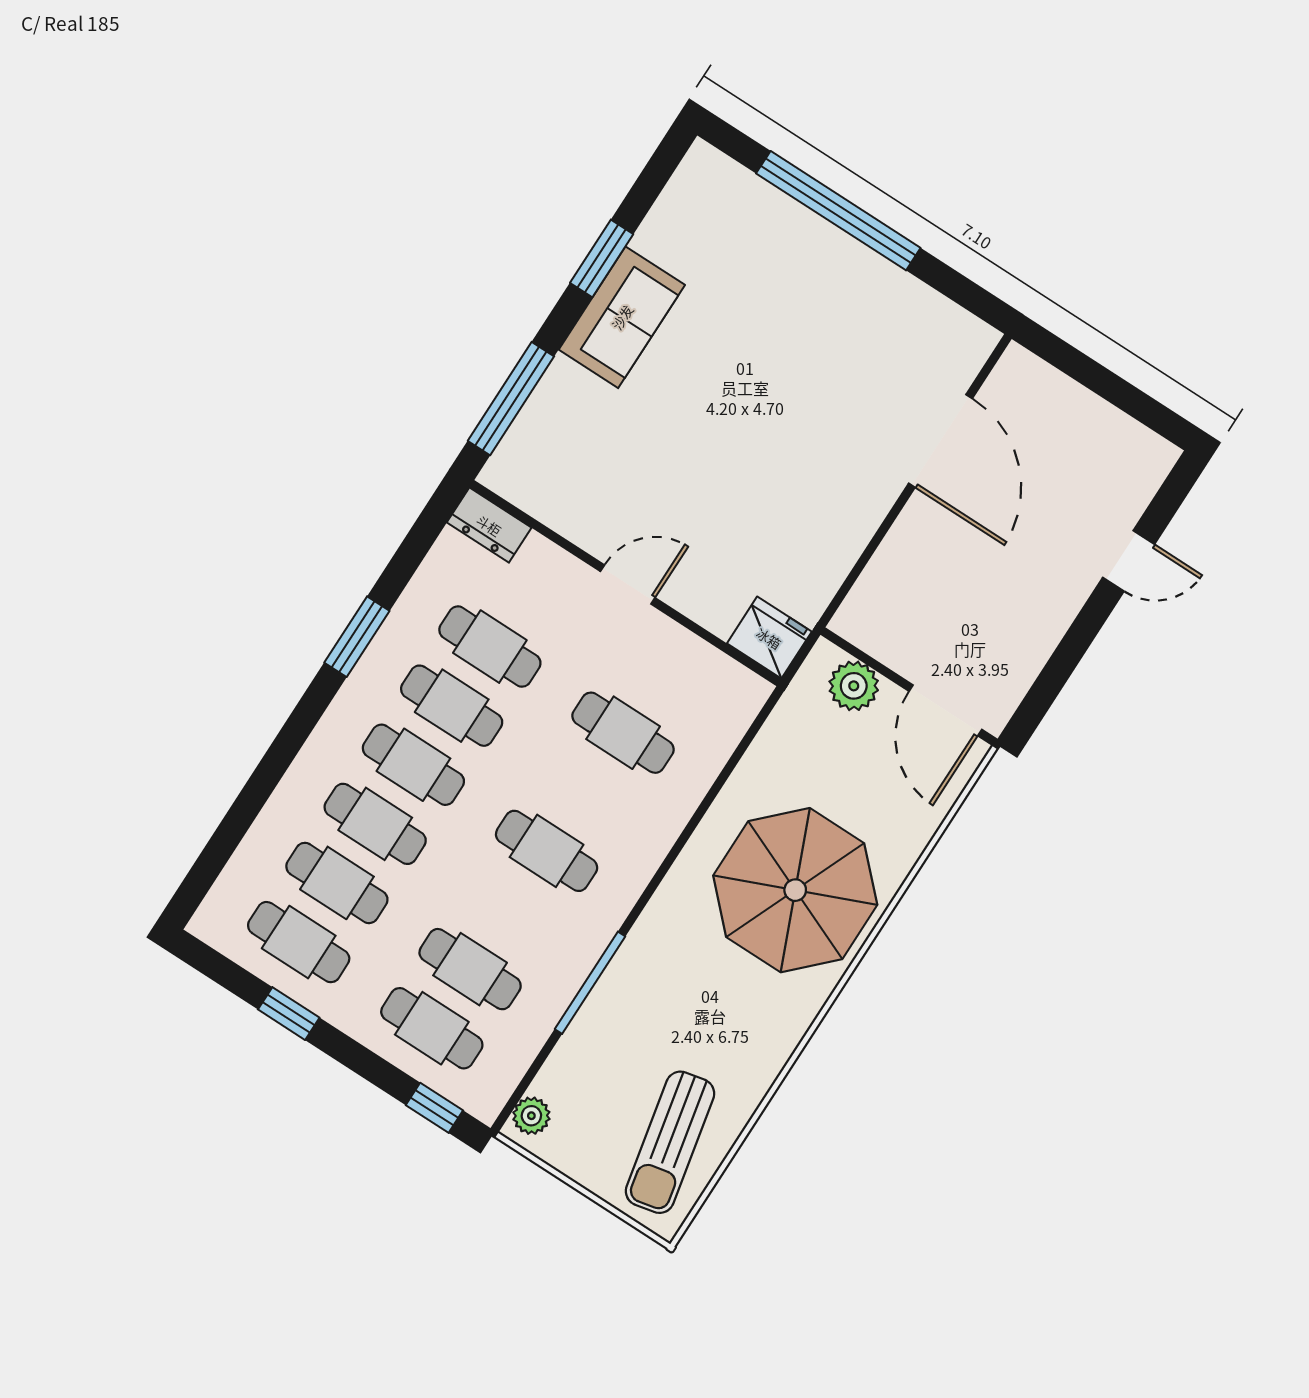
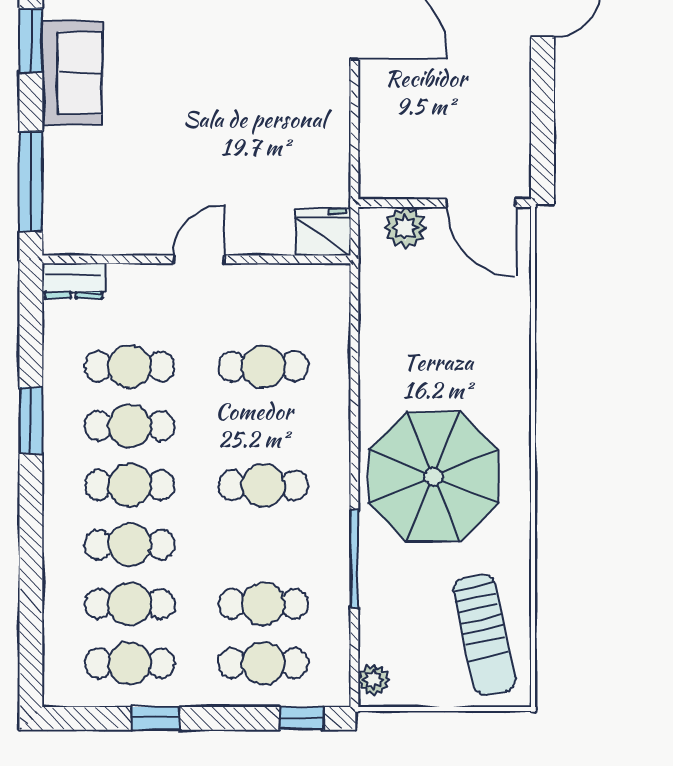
parasol: (795, 890) -> (433, 477), moved

